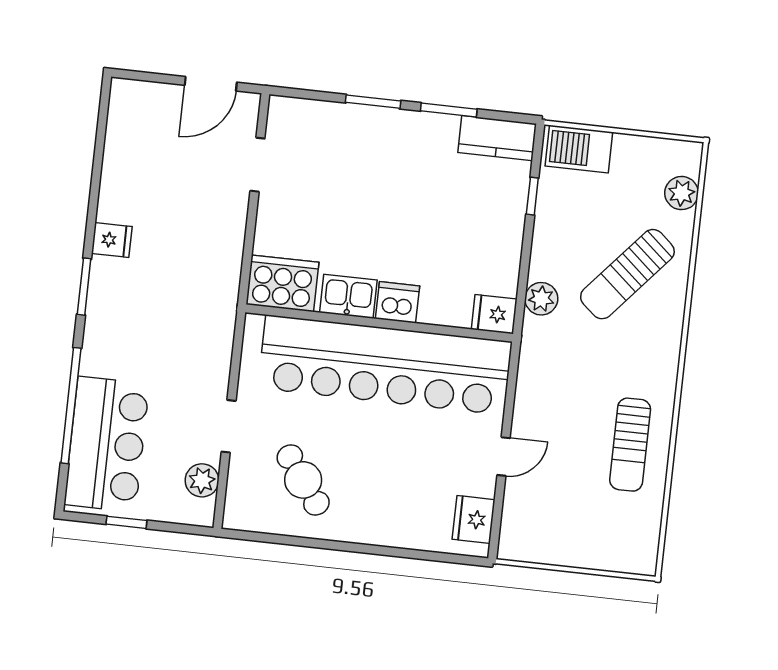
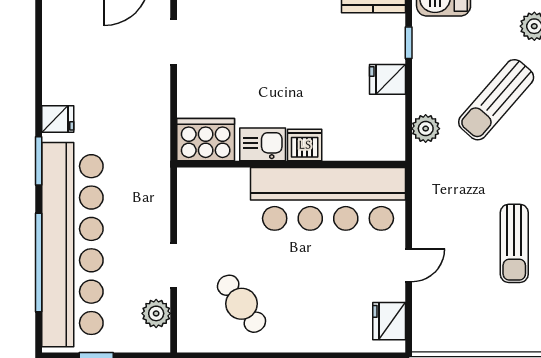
fridge: (494, 314) -> (387, 79), moved
bar counter: (385, 365) -> (328, 199), width x0.73
bar counter: (107, 444) -> (72, 245), width x1.86

